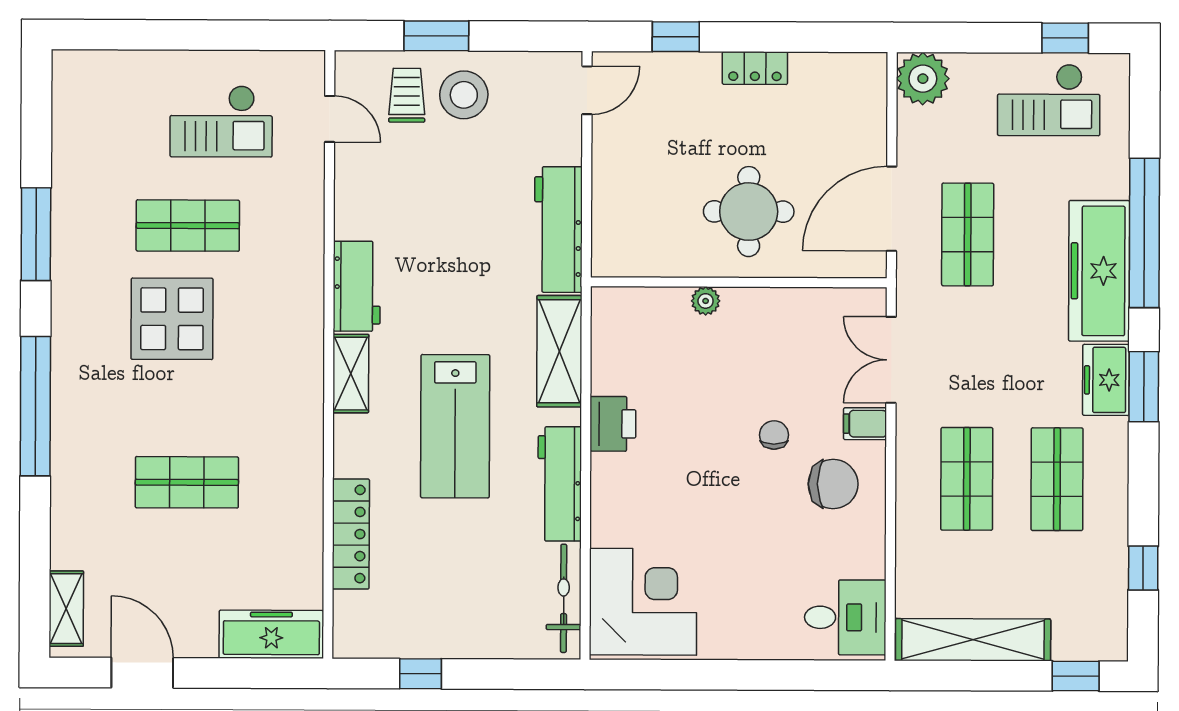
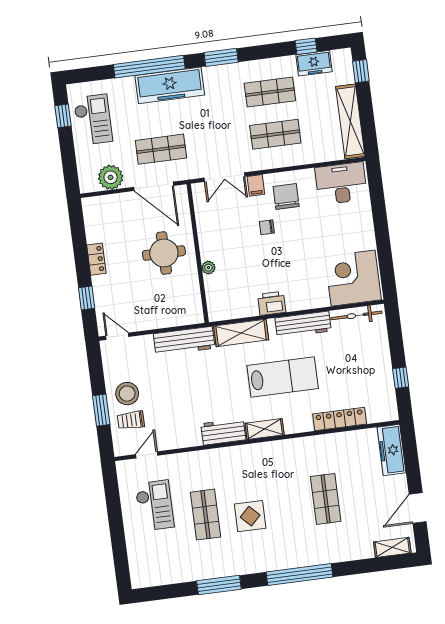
plant: (923, 79) -> (111, 177), moved
display table: (172, 319) -> (250, 516), width x0.73, depth x0.73
freezer: (1106, 380) -> (314, 63), moved
desk: (845, 617) -> (341, 183), width x1.37

